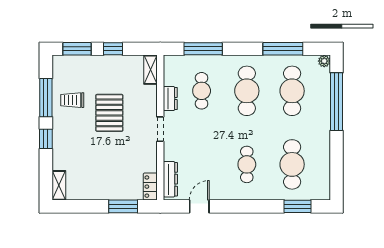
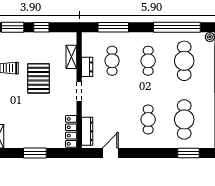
window: (283, 49) -> (177, 27), width x1.46
shelving: (151, 70) -> (71, 57), moved
cafe table: (247, 91) -> (148, 61), width x0.73, depth x0.74
locker: (150, 187) -> (71, 131), width x1.53
window: (123, 206) -> (35, 153), moved

